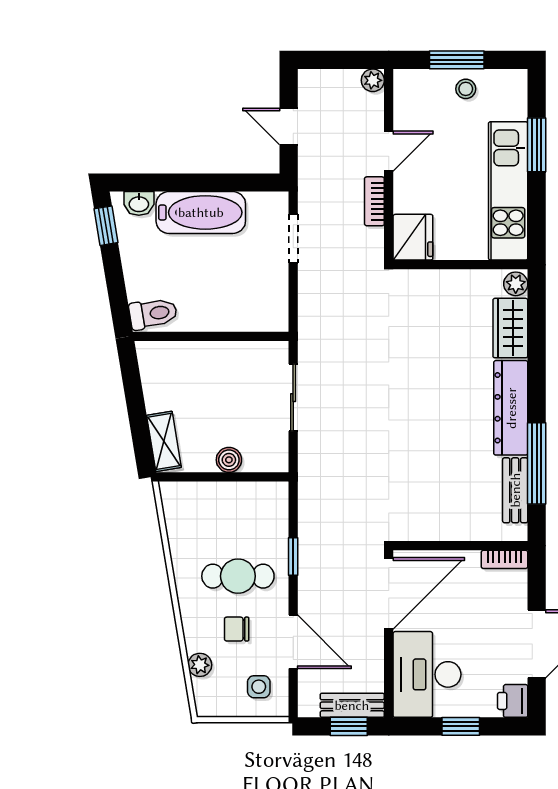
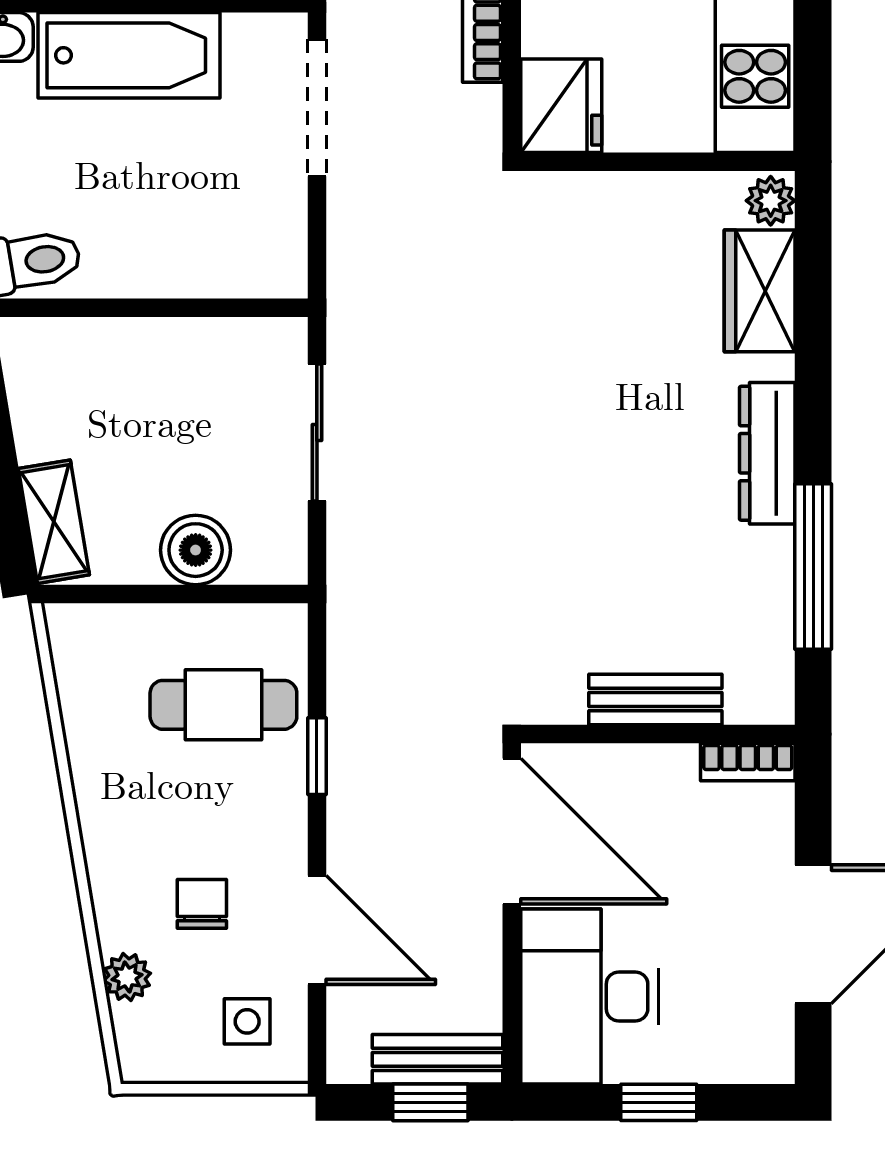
doorway: (293, 238) -> (317, 108), width x1.38
dresser: (511, 408) -> (767, 453), width x0.73, depth x0.80
boiler: (229, 460) -> (196, 550), width x1.36, depth x1.36
bench: (515, 490) -> (655, 700), moved, turned 90
cafe table: (238, 576) -> (223, 705), moved
door: (389, 593) -> (512, 831), hinge flipped
chair: (237, 629) -> (202, 904), turned 90
printer: (513, 701) -> (764, 1050), removed

